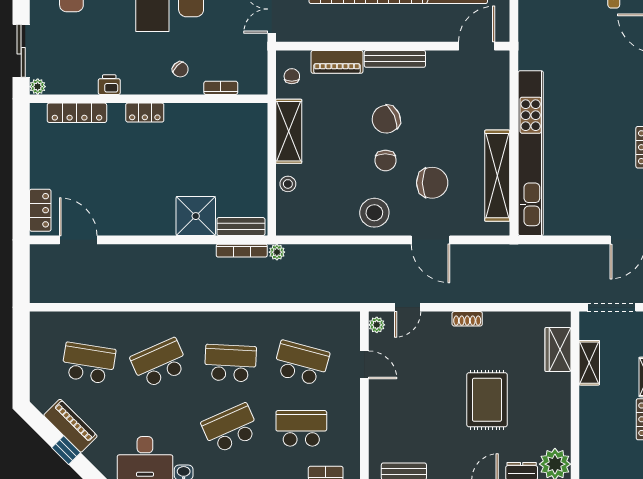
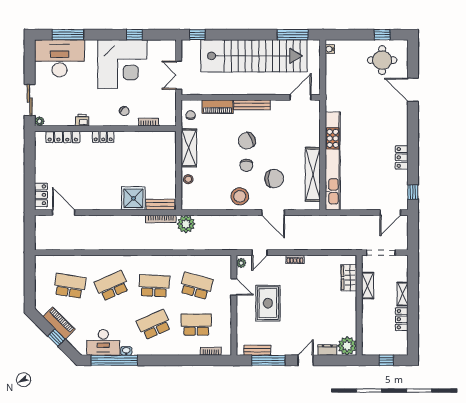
plant: (277, 252) -> (186, 224), width x1.88, depth x1.88
rug: (487, 400) -> (268, 303), moved

